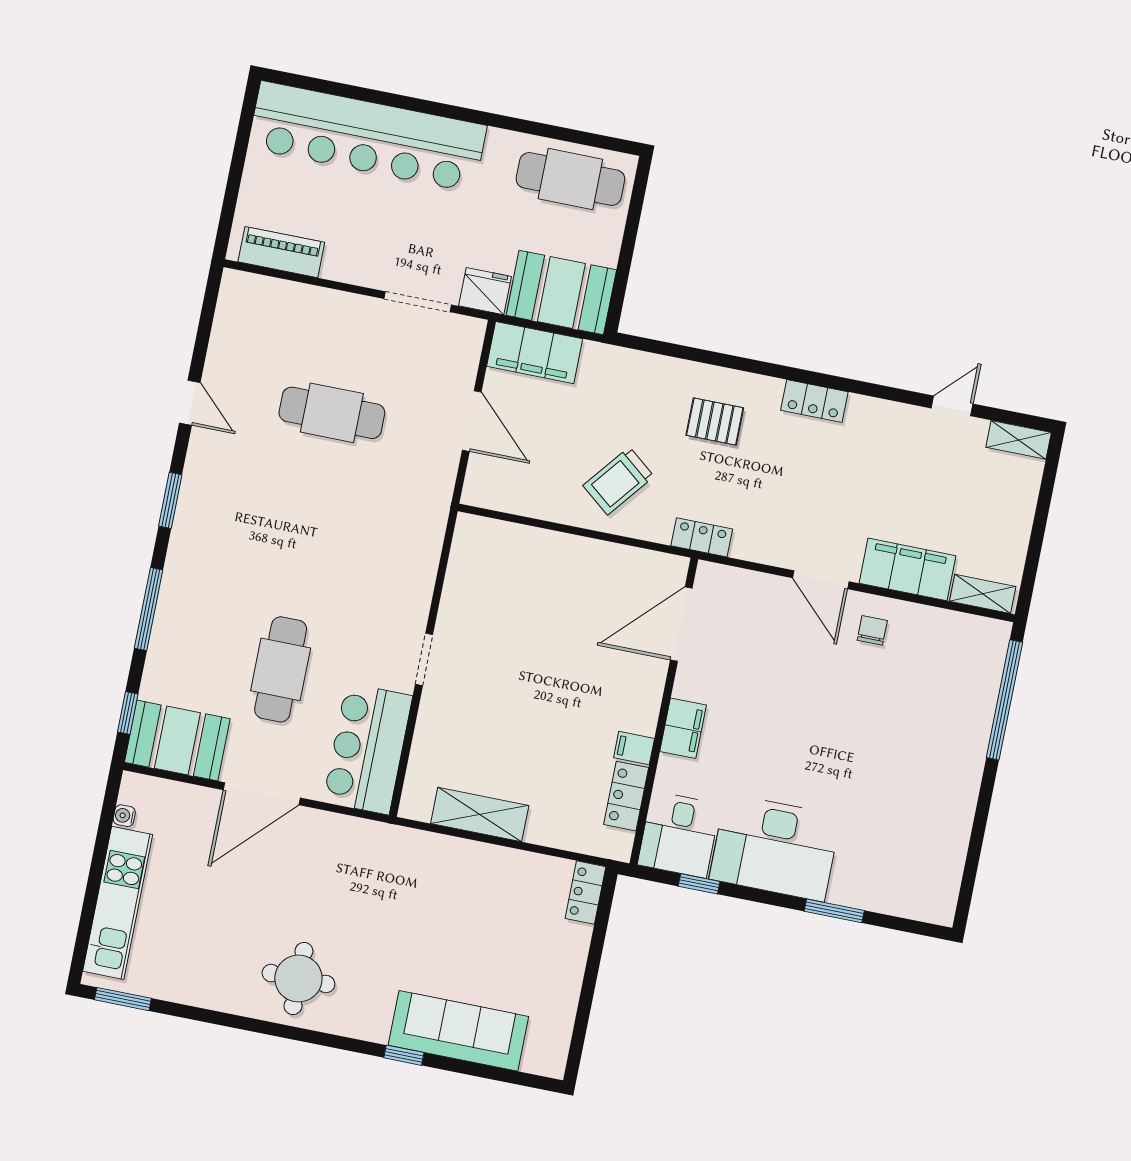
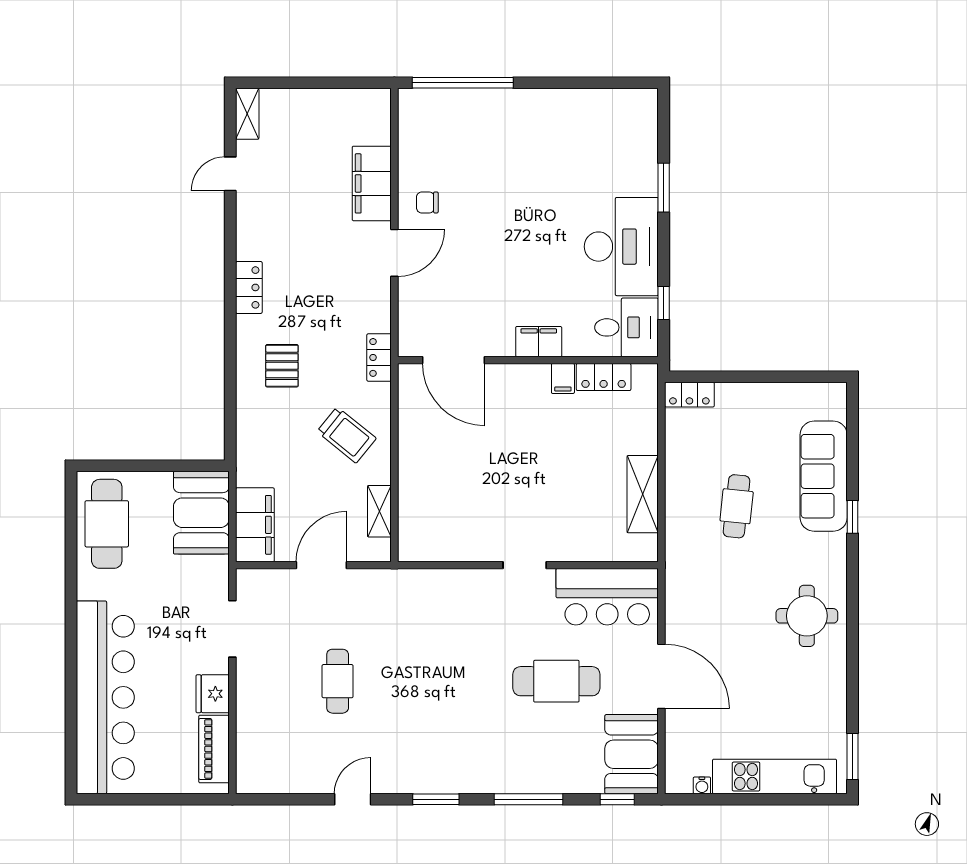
fridge: (485, 291) -> (213, 694), moved
door: (952, 406) -> (230, 174), hinge flipped
cafe table: (332, 413) -> (338, 681), width x0.73, depth x0.74
shelving: (983, 594) -> (379, 511), moved
cafe table: (443, 922) -> (737, 506), added

